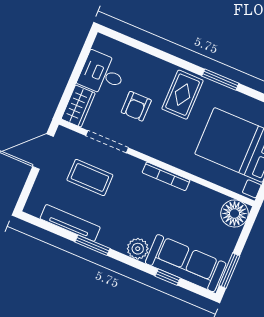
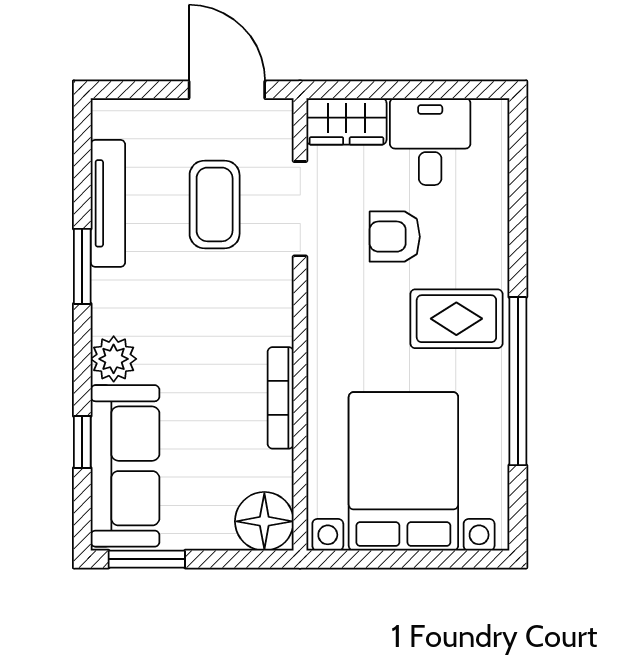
window: (220, 80) -> (518, 381), width x2.11
bookcase: (166, 176) -> (281, 398), moved

